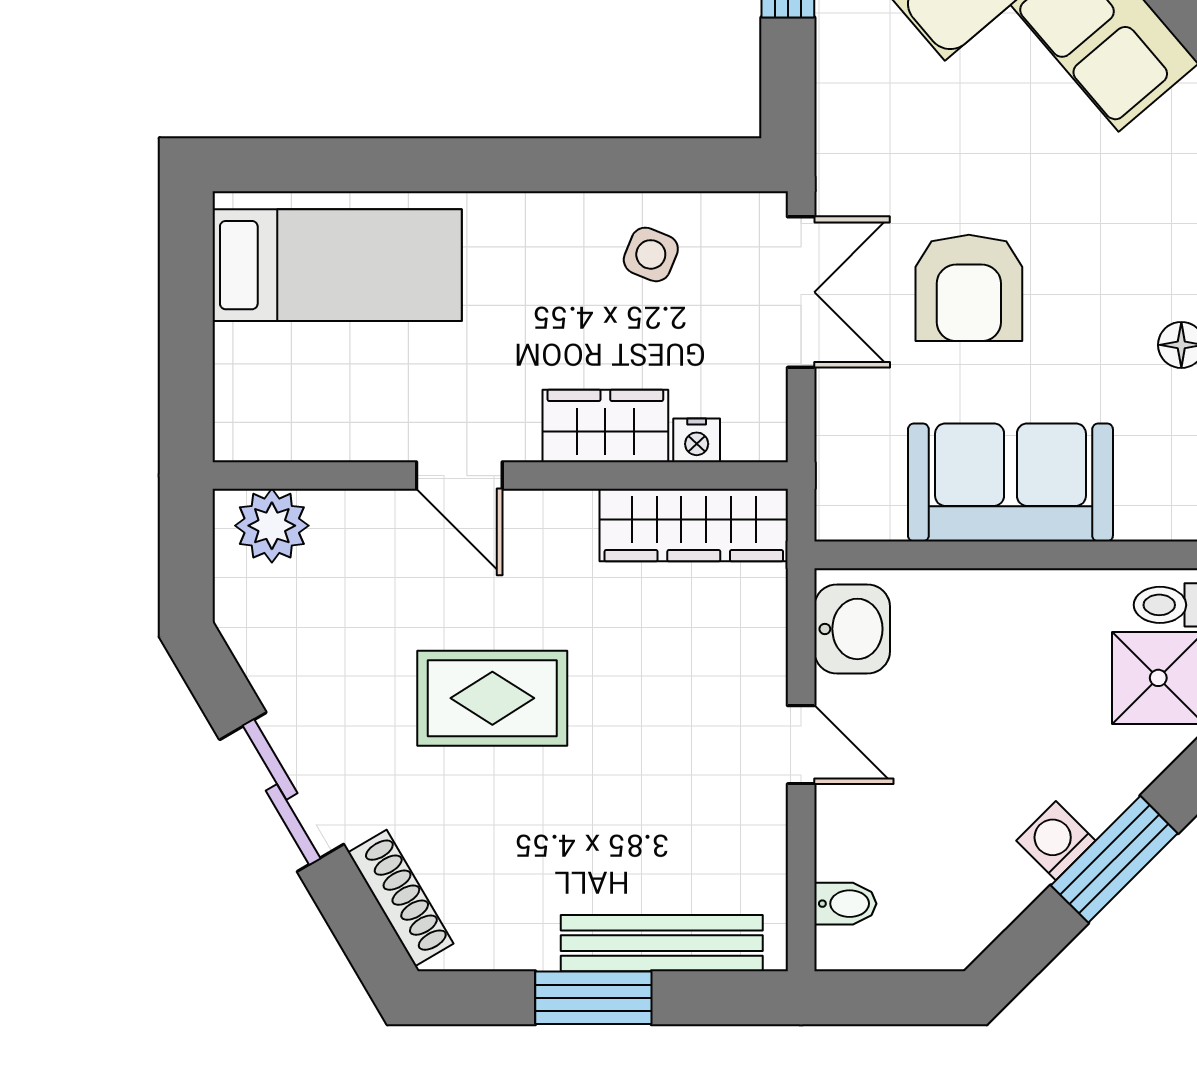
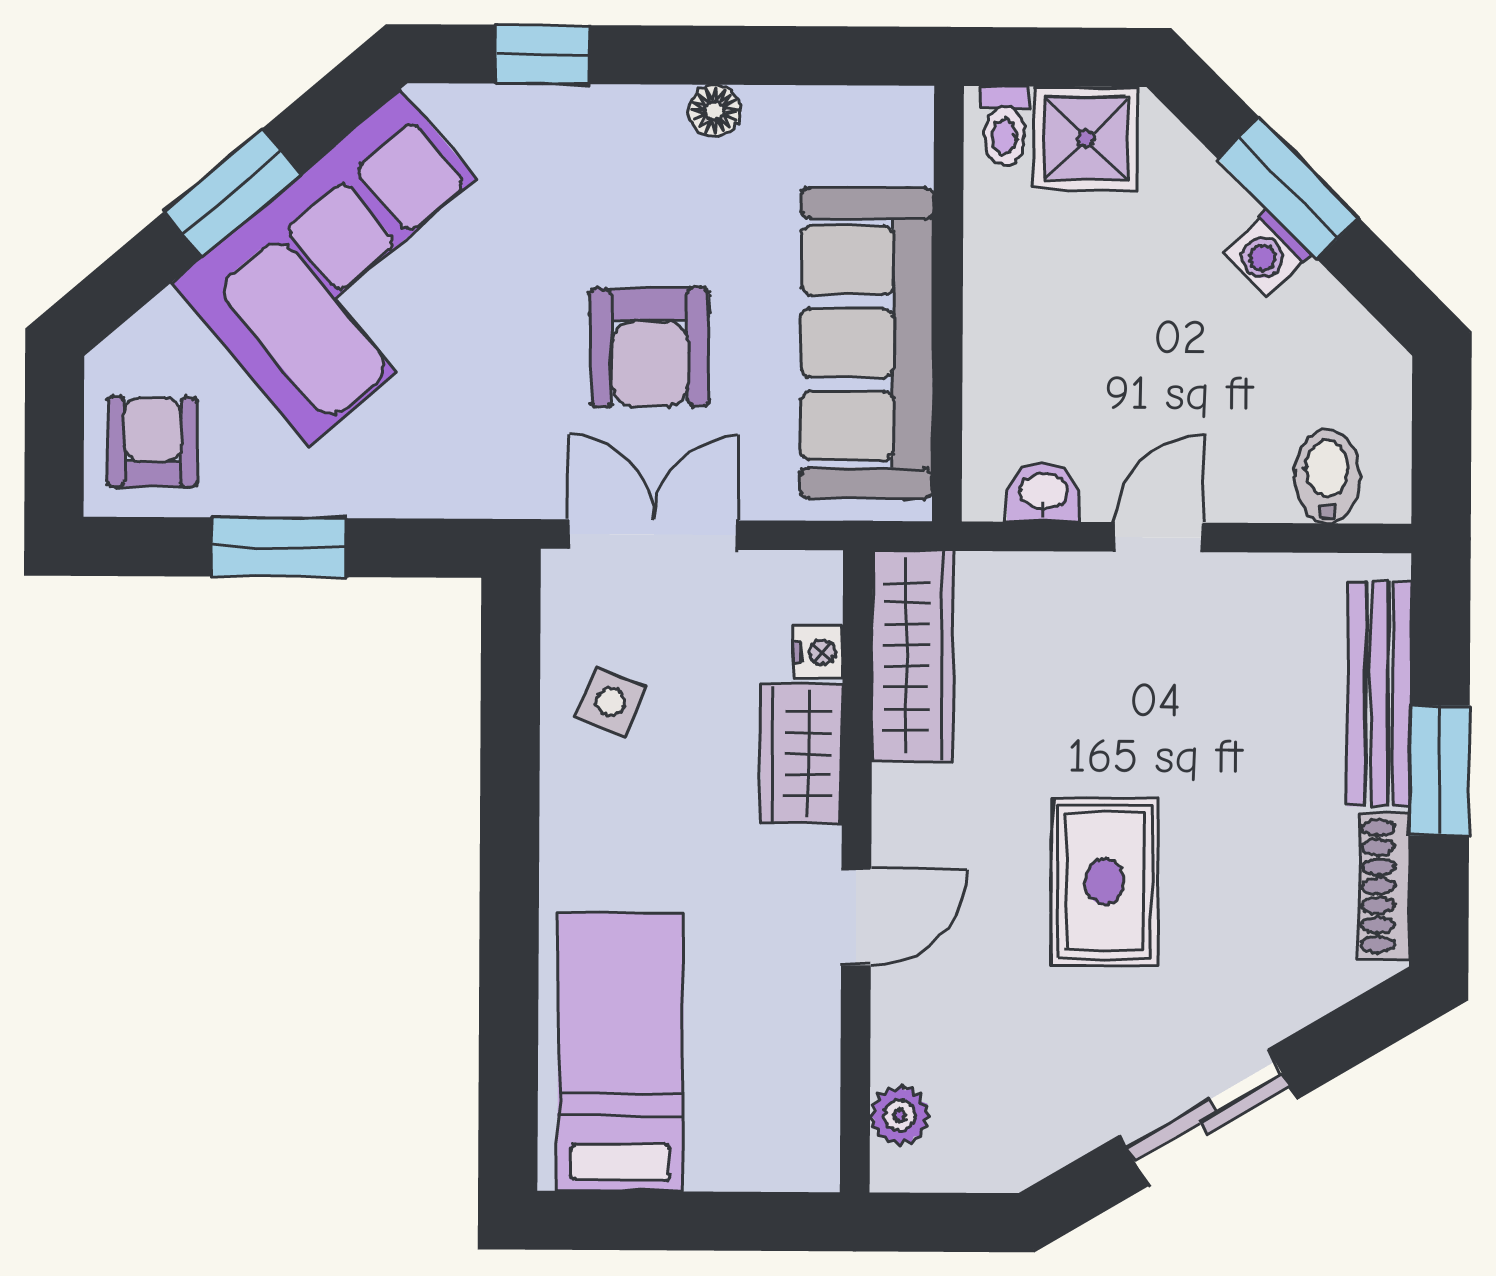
armchair: (969, 288) -> (650, 347), turned 89
sofa: (1010, 482) -> (867, 343), width x1.36
plant: (272, 526) -> (900, 1115), width x0.73, depth x0.73
washbasin: (852, 629) -> (1043, 493), width x0.72, depth x0.69
shoe rack: (401, 898) -> (1385, 886), moved, turned -60
bidet: (845, 904) -> (1327, 476), width x1.38, depth x1.36

